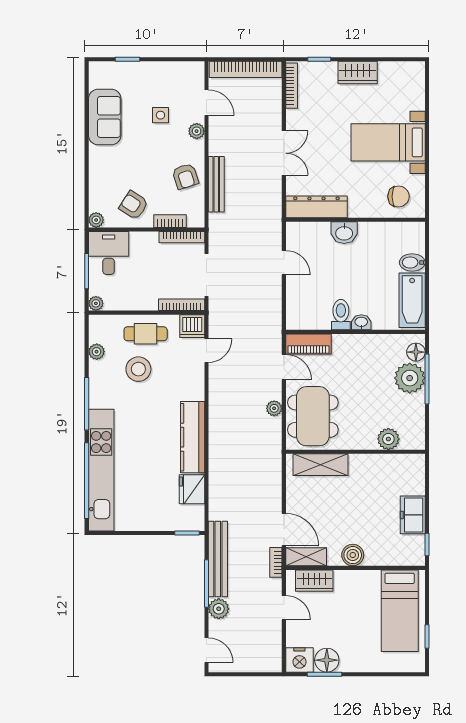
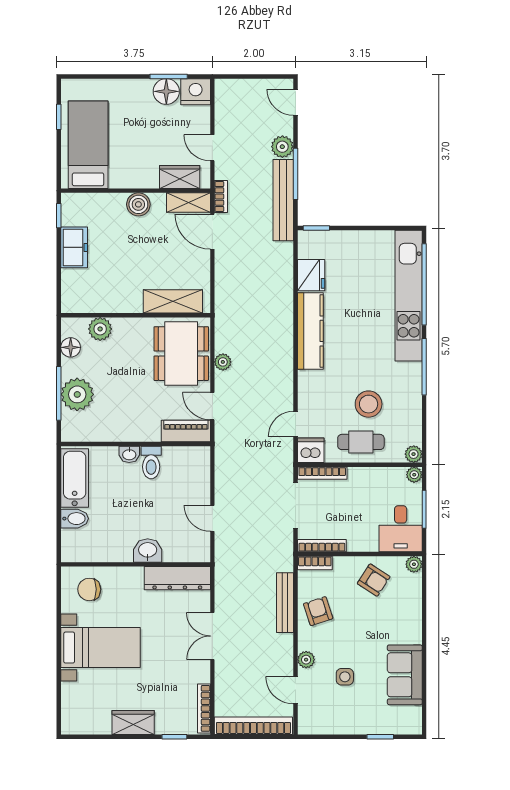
bookcase: (170, 221) -> (315, 563), moved
plant: (97, 352) -> (414, 454), moved
floor lamp: (416, 352) -> (71, 347), moved

